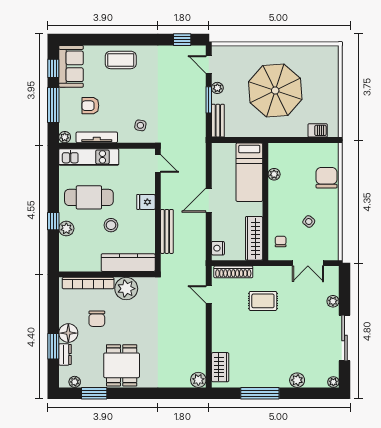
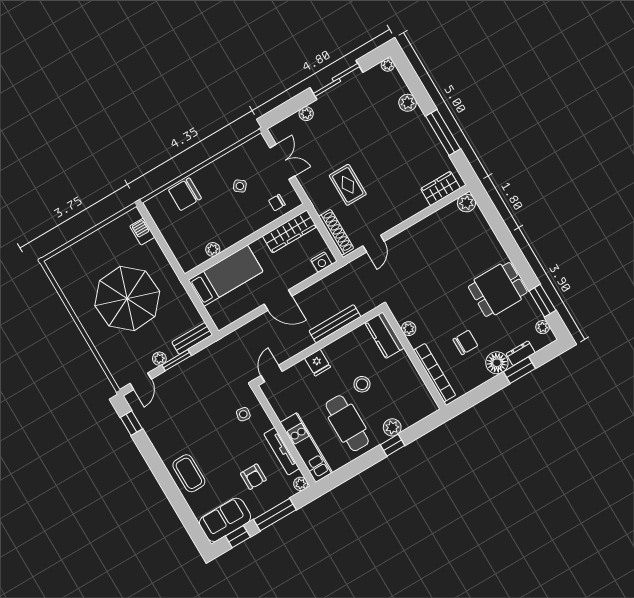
kitchen counter: (128, 263) -> (384, 335), width x0.67
plant: (126, 289) -> (409, 329), width x0.53, depth x0.53

